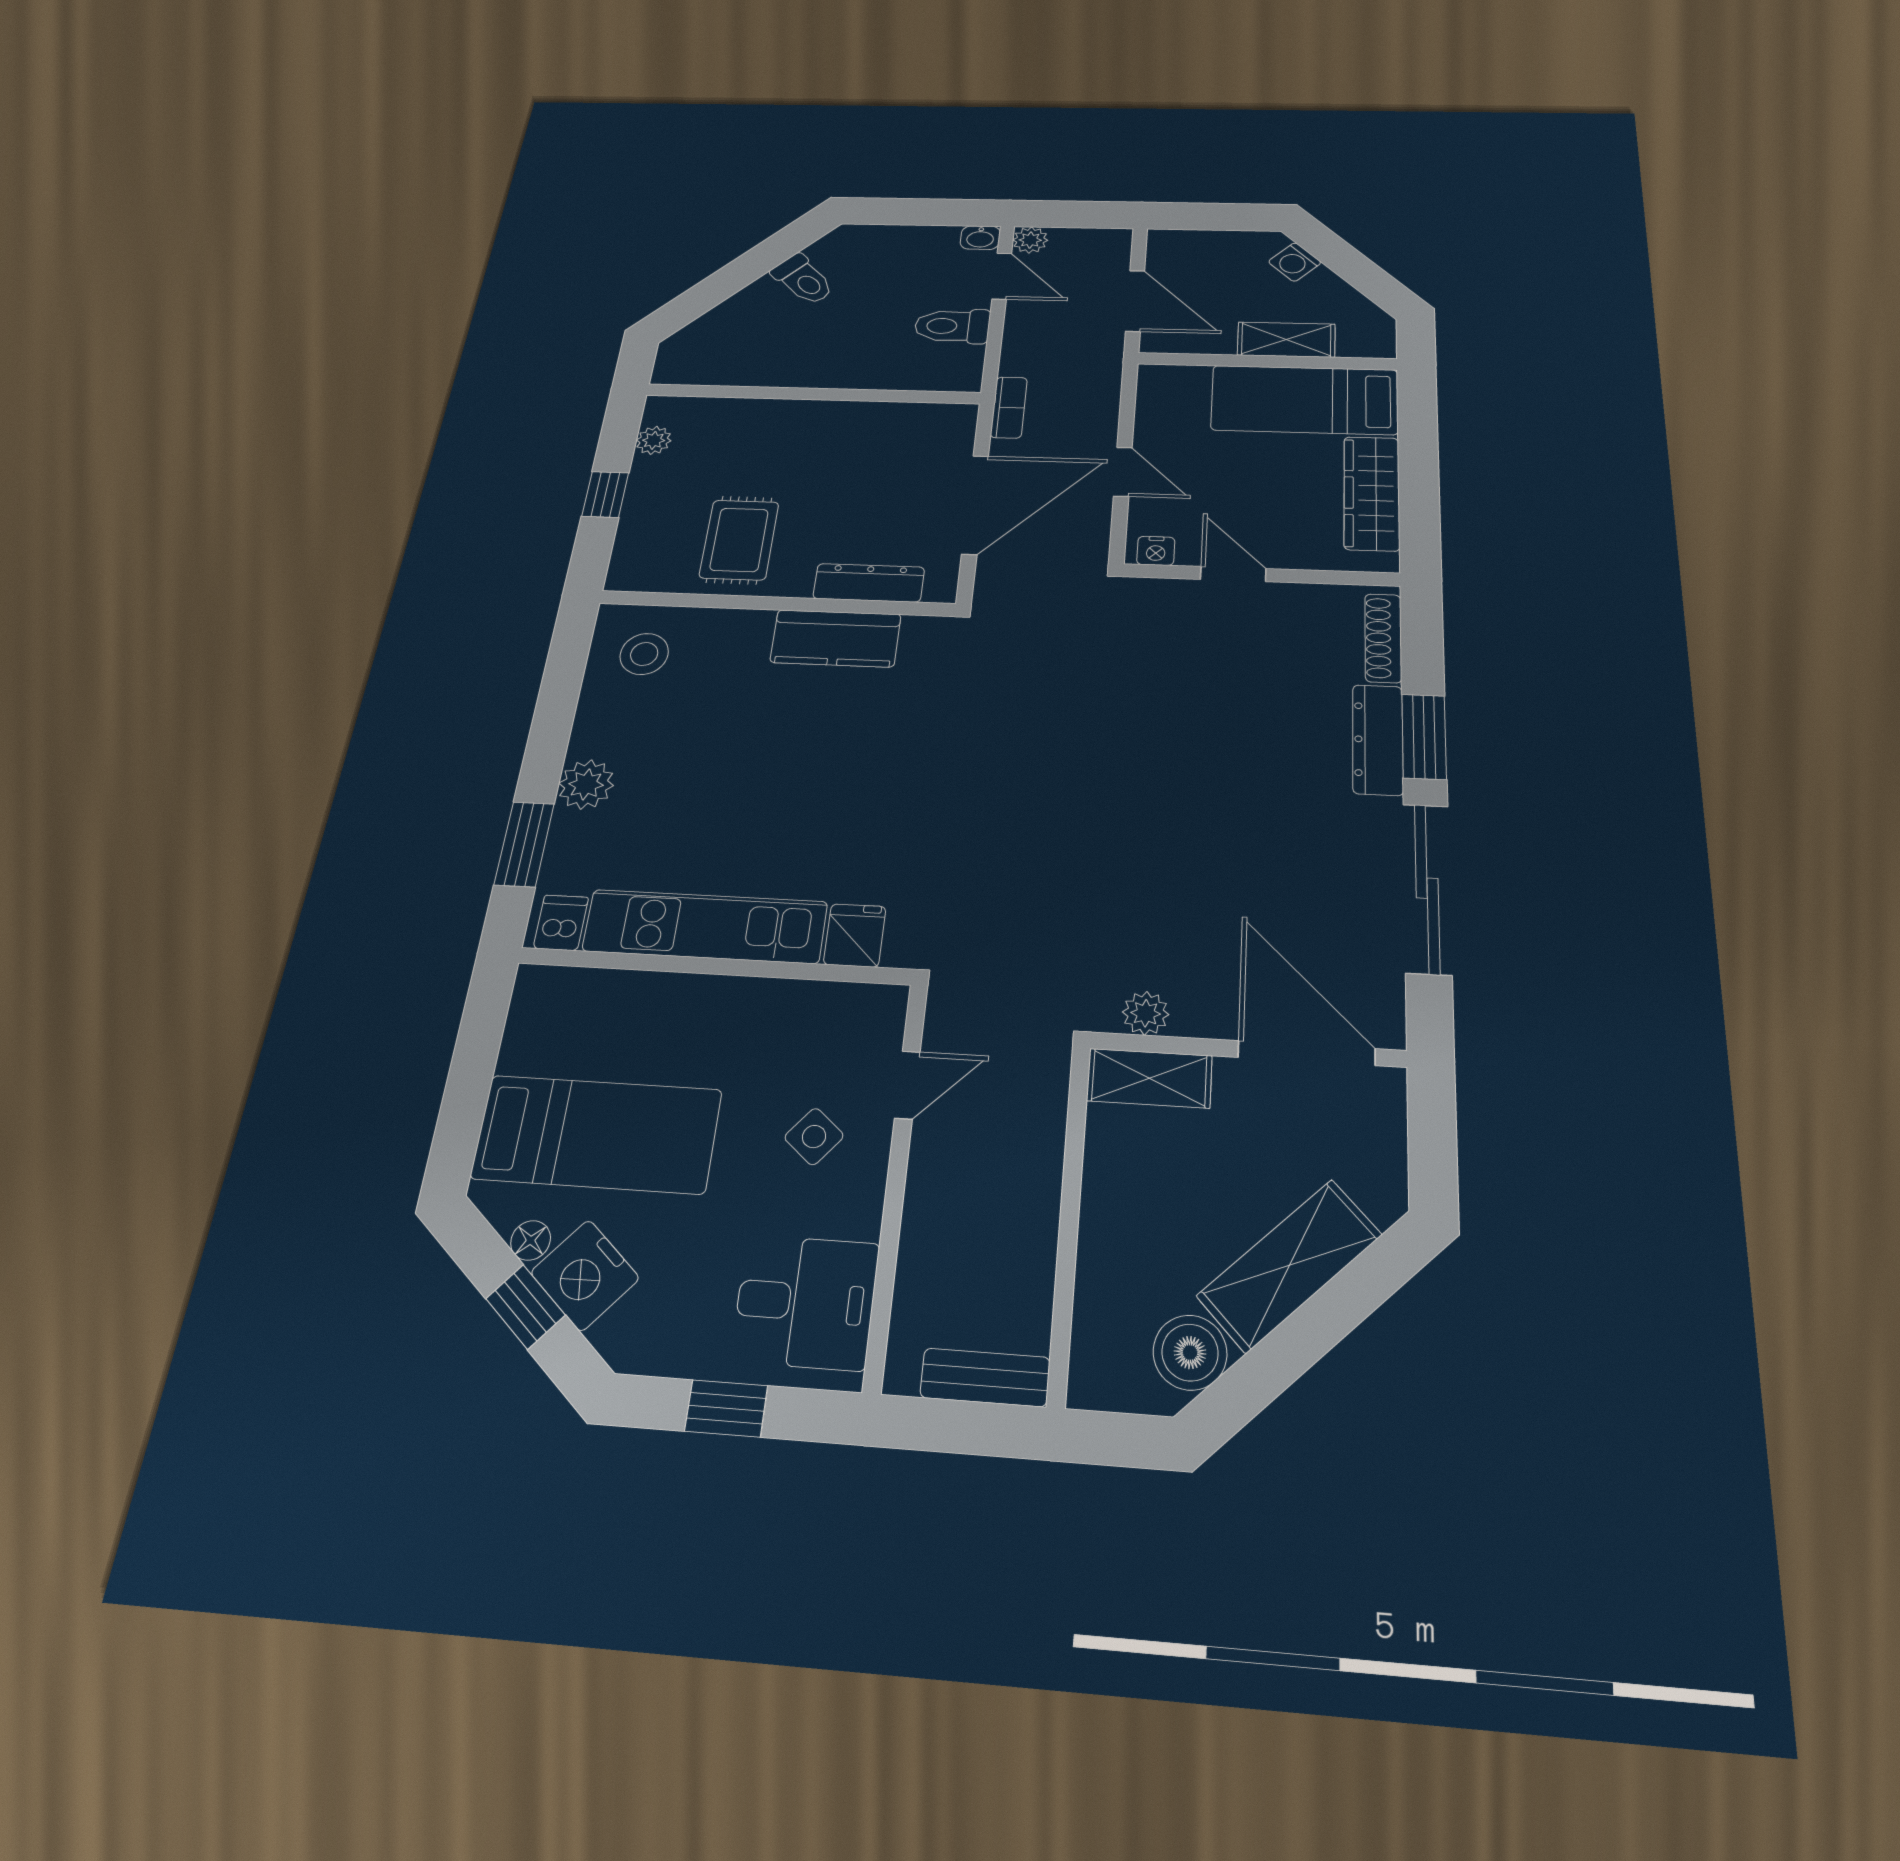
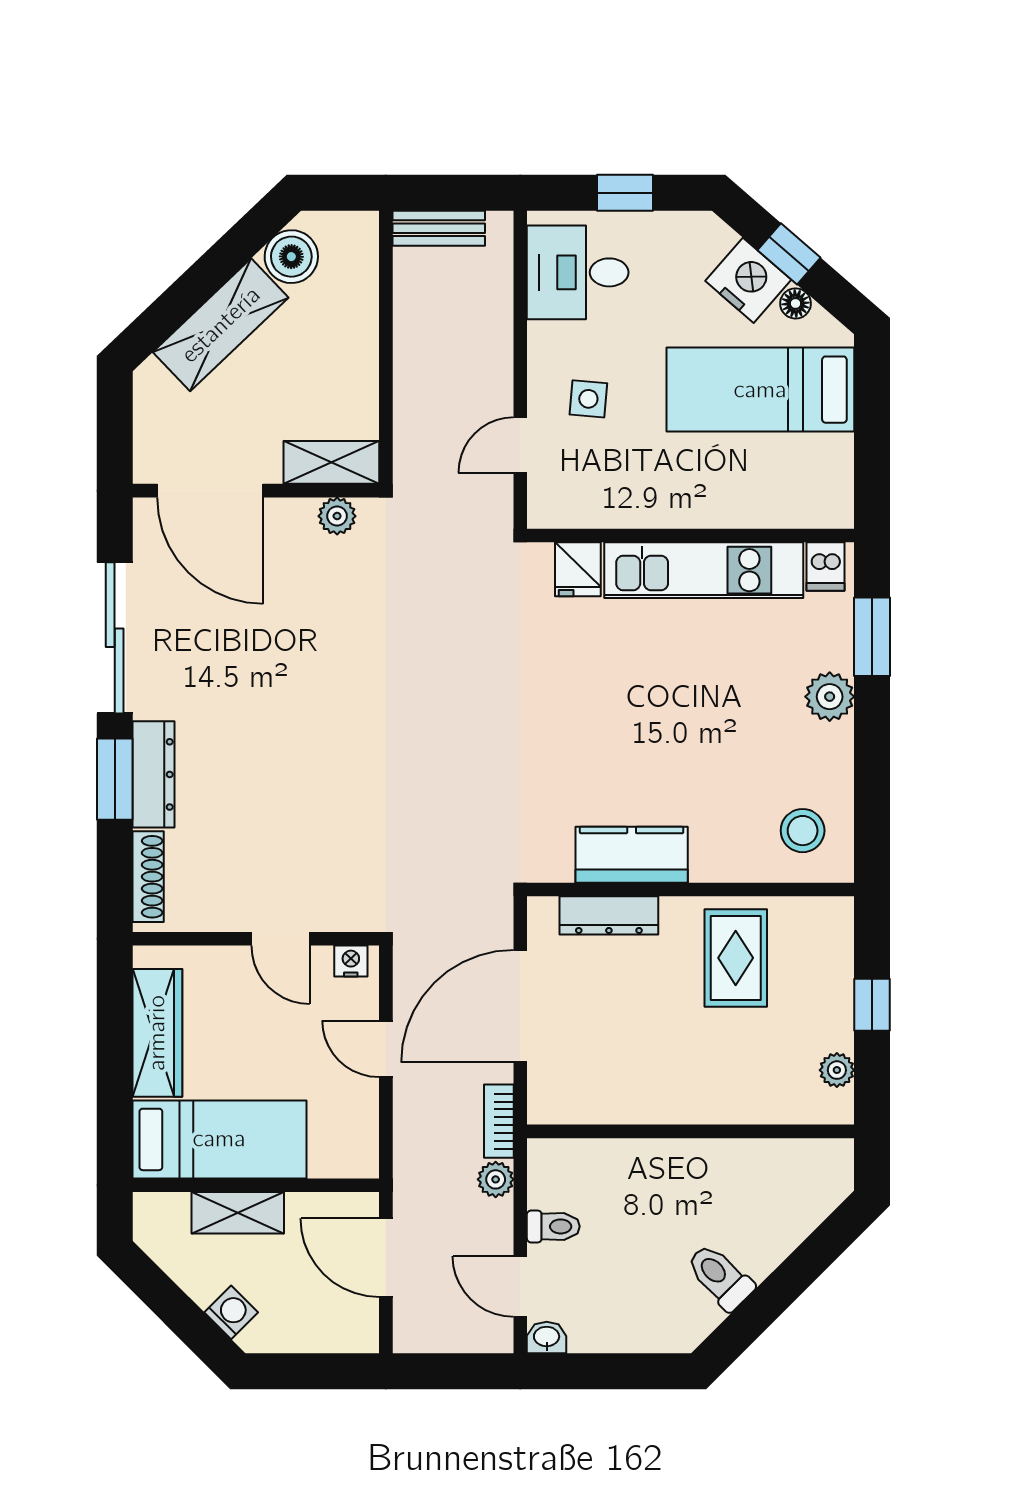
plant: (1030, 240) -> (496, 1179), moved
toilet: (952, 326) -> (553, 1226), width x0.73, depth x0.72
side table: (814, 1137) -> (588, 399), turned -35

